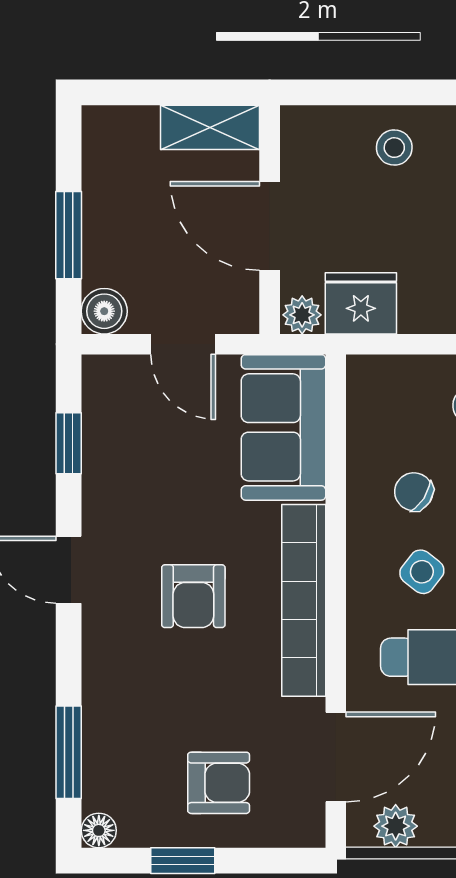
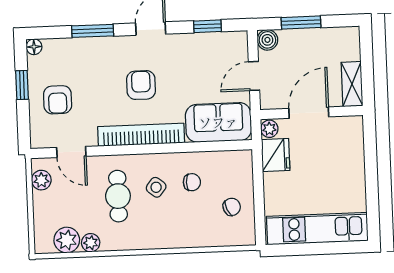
stool: (394, 148) -> (346, 167), removed
chair: (414, 492) -> (192, 182), turned 57
armchair: (193, 596) -> (141, 85), turned 90
window: (69, 752) -> (93, 31), moved
door: (336, 757) -> (71, 152), width x0.73

